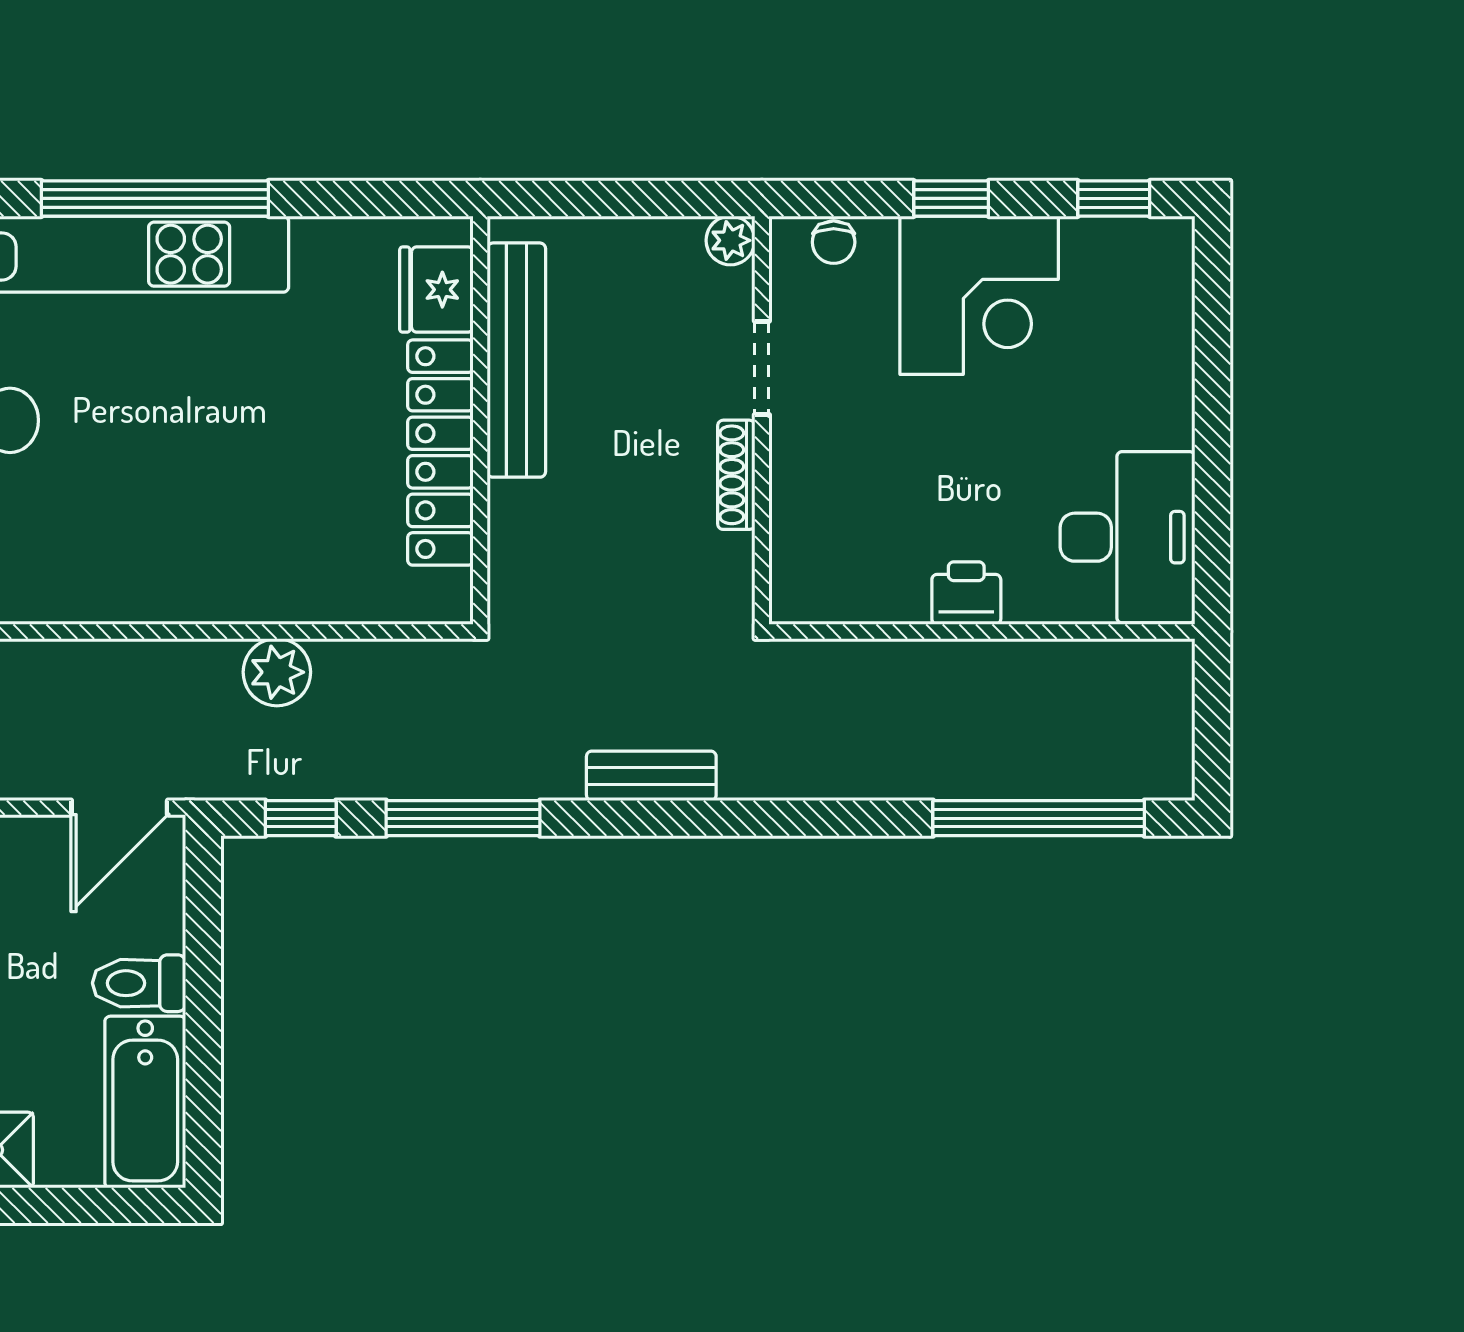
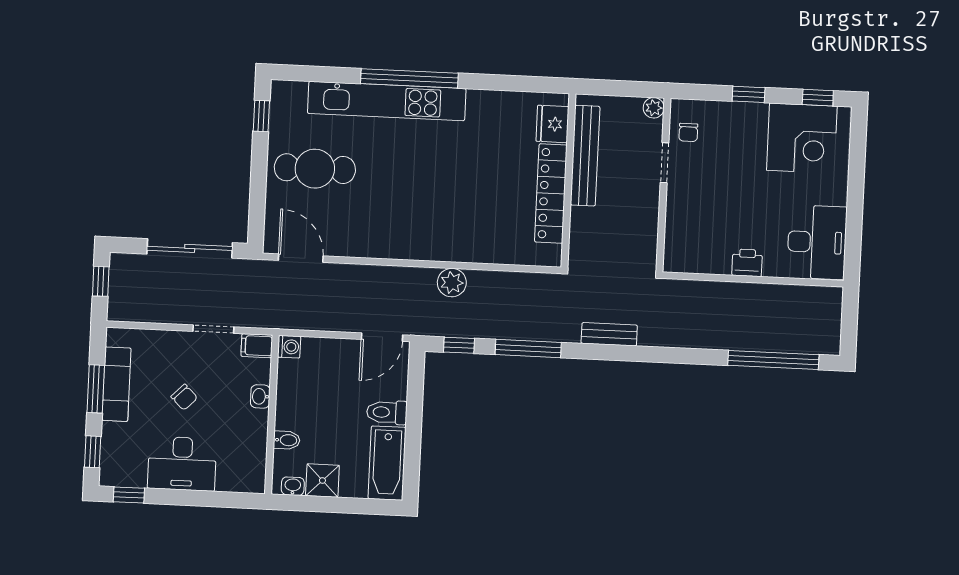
chair: (834, 242) -> (688, 132), moved
fridge: (436, 290) -> (552, 124), moved
corner desk: (979, 295) -> (802, 138), moved
bench: (516, 360) -> (585, 156), moved
wall: (480, 420) -> (568, 181), moved
locker: (440, 453) -> (551, 193), moved
shoe rack: (736, 475) -> (651, 208), removed

